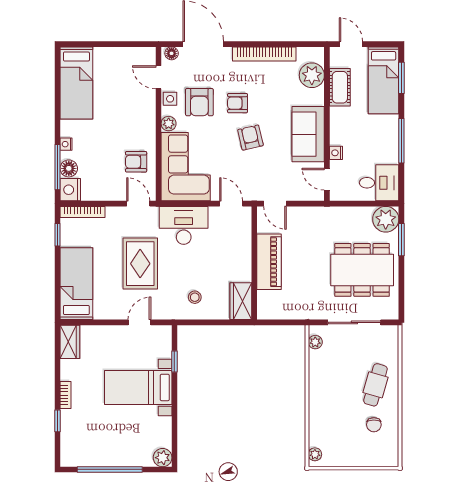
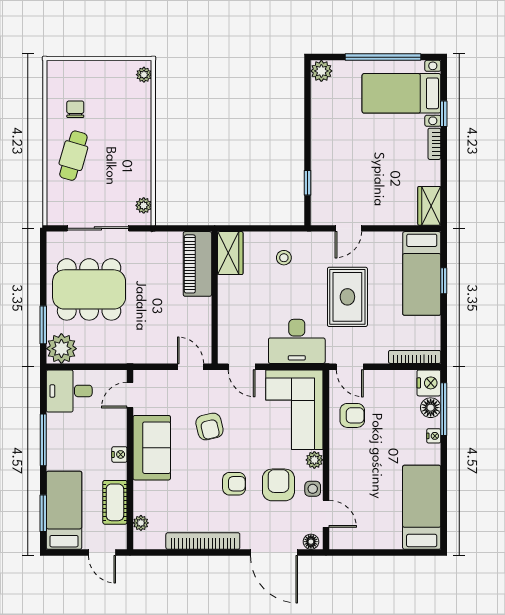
plant: (312, 75) -> (141, 523), width x0.53, depth x0.53
armchair: (250, 138) -> (209, 427), moved
nightstand: (336, 153) -> (119, 454), moved
door: (327, 179) -> (130, 395), swing flipped
window: (58, 235) -> (444, 281), moved
piano: (269, 262) -> (197, 264), moved
bed with nightstands: (138, 387) -> (401, 93), moved, turned 180

